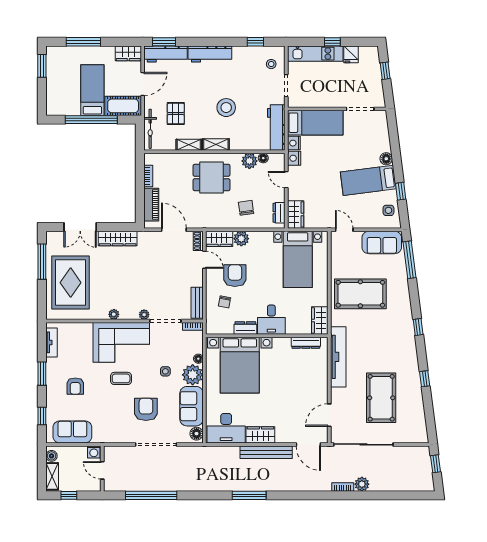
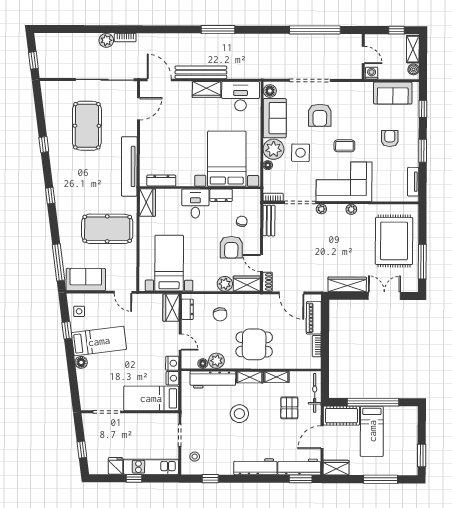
workbench: (276, 128) -> (213, 380), moved, turned 90
side table: (165, 371) -> (301, 153), width x1.87, depth x1.87

